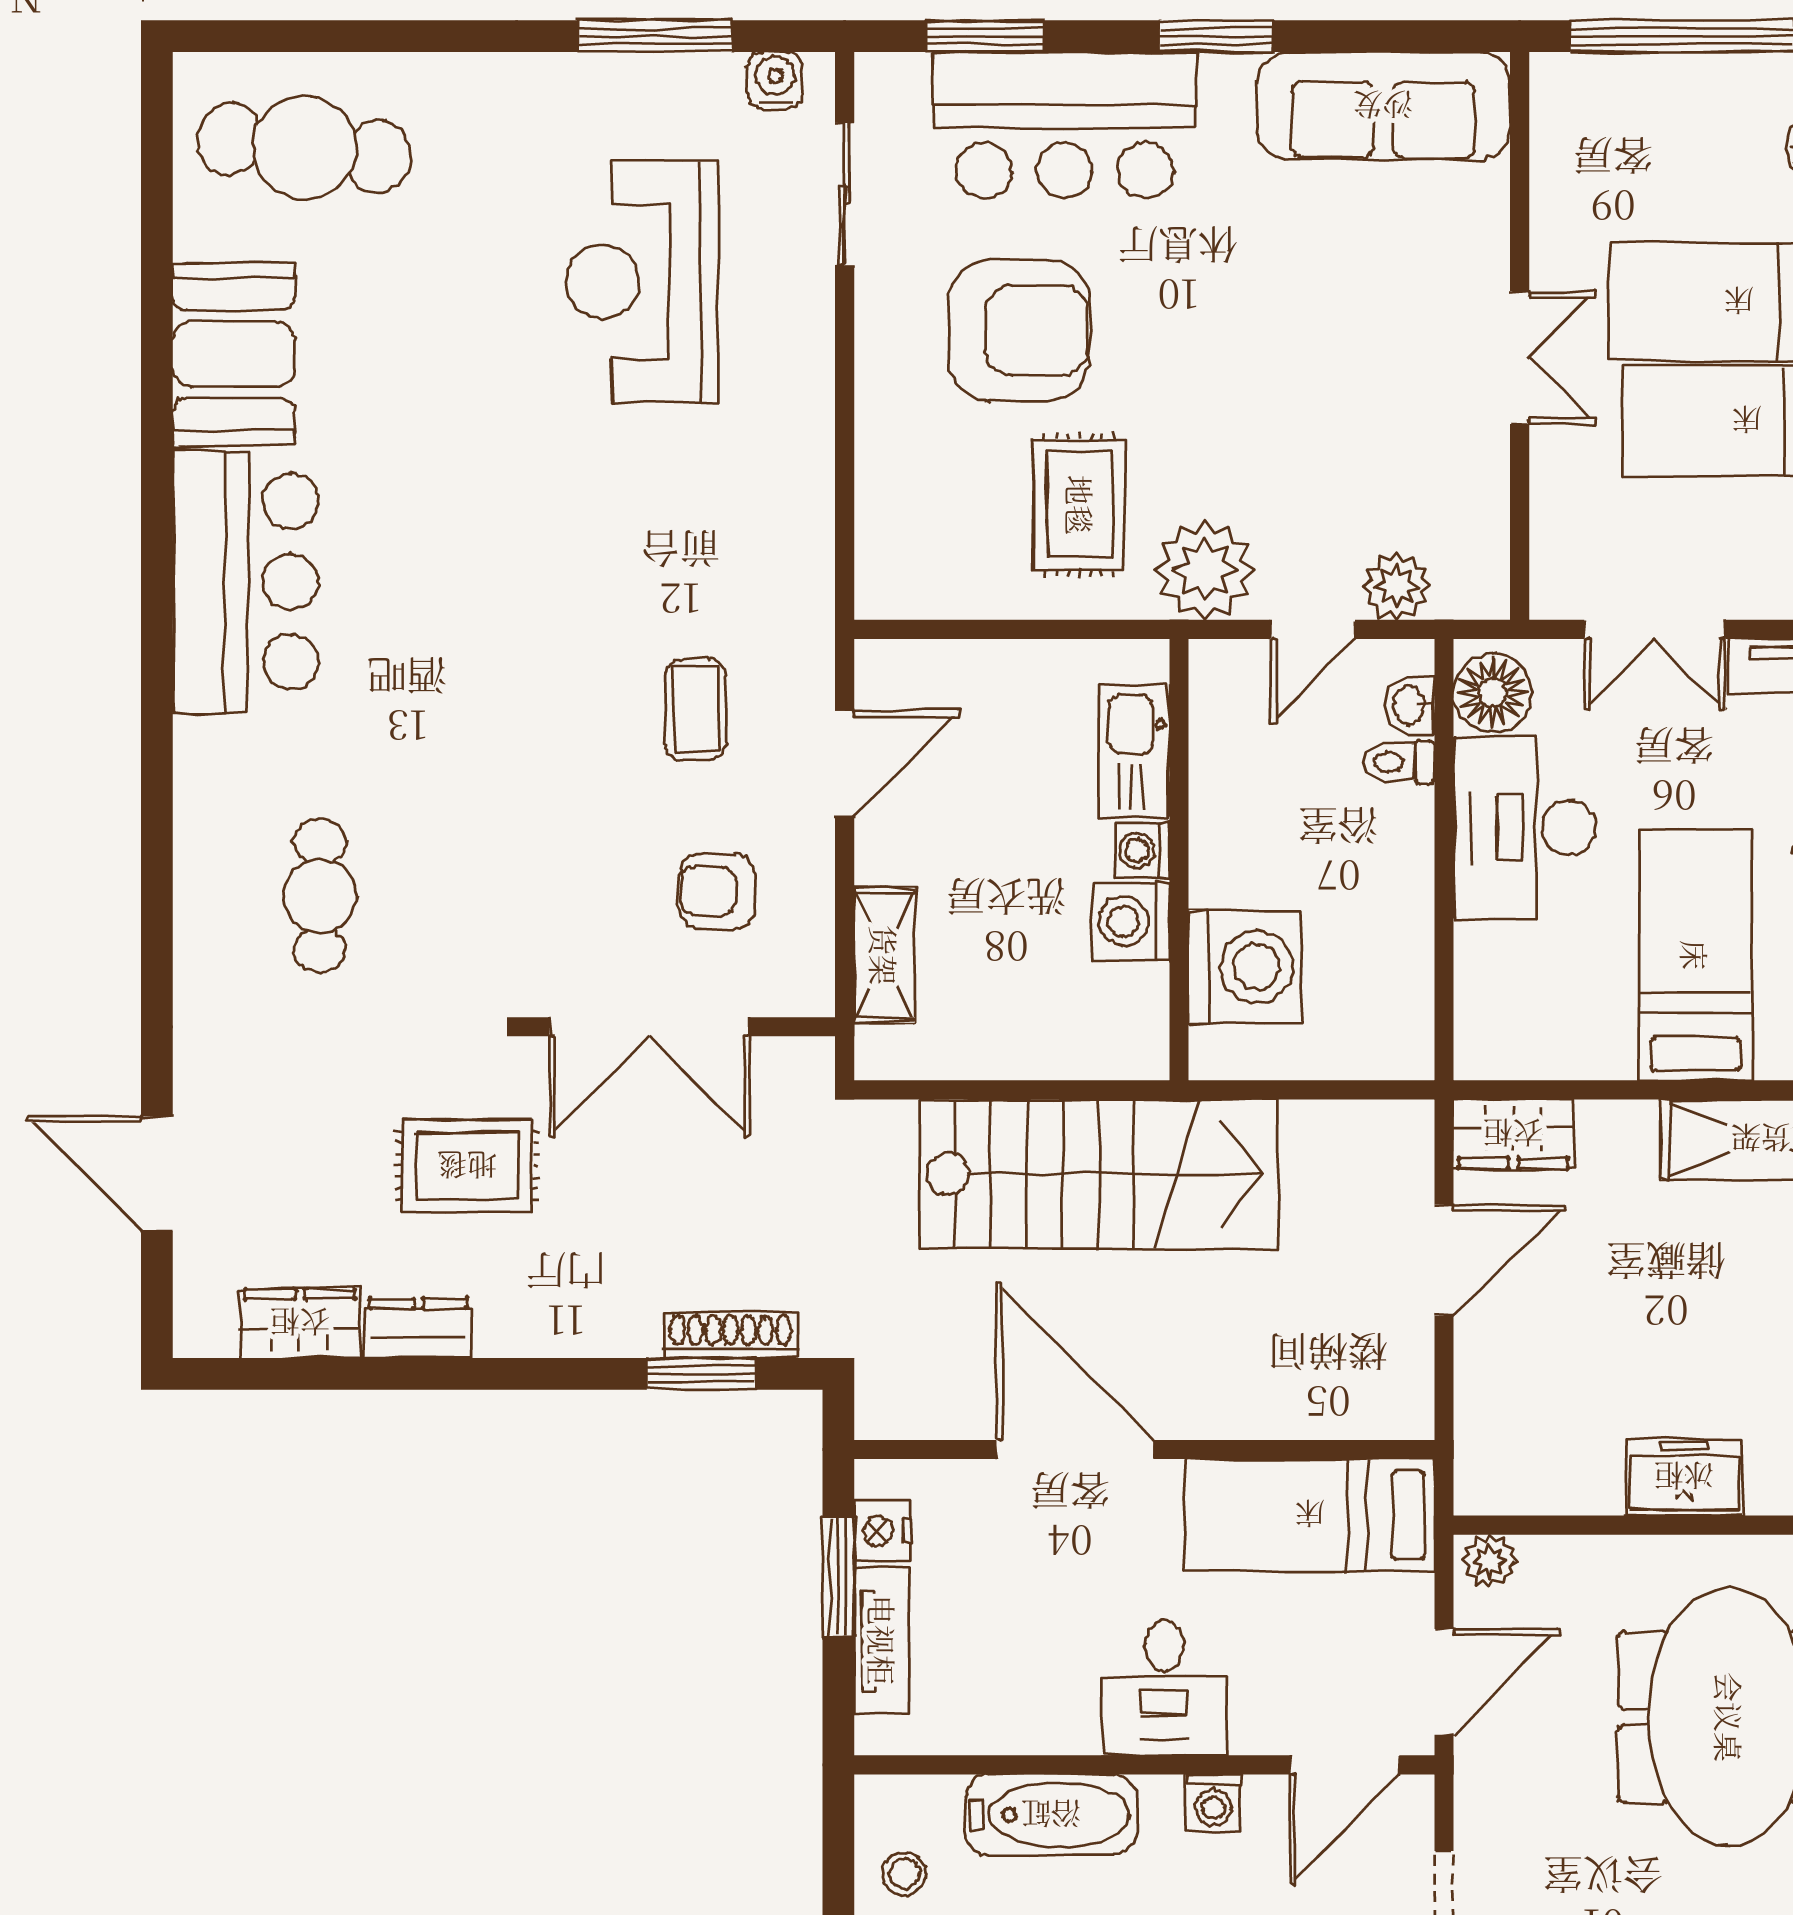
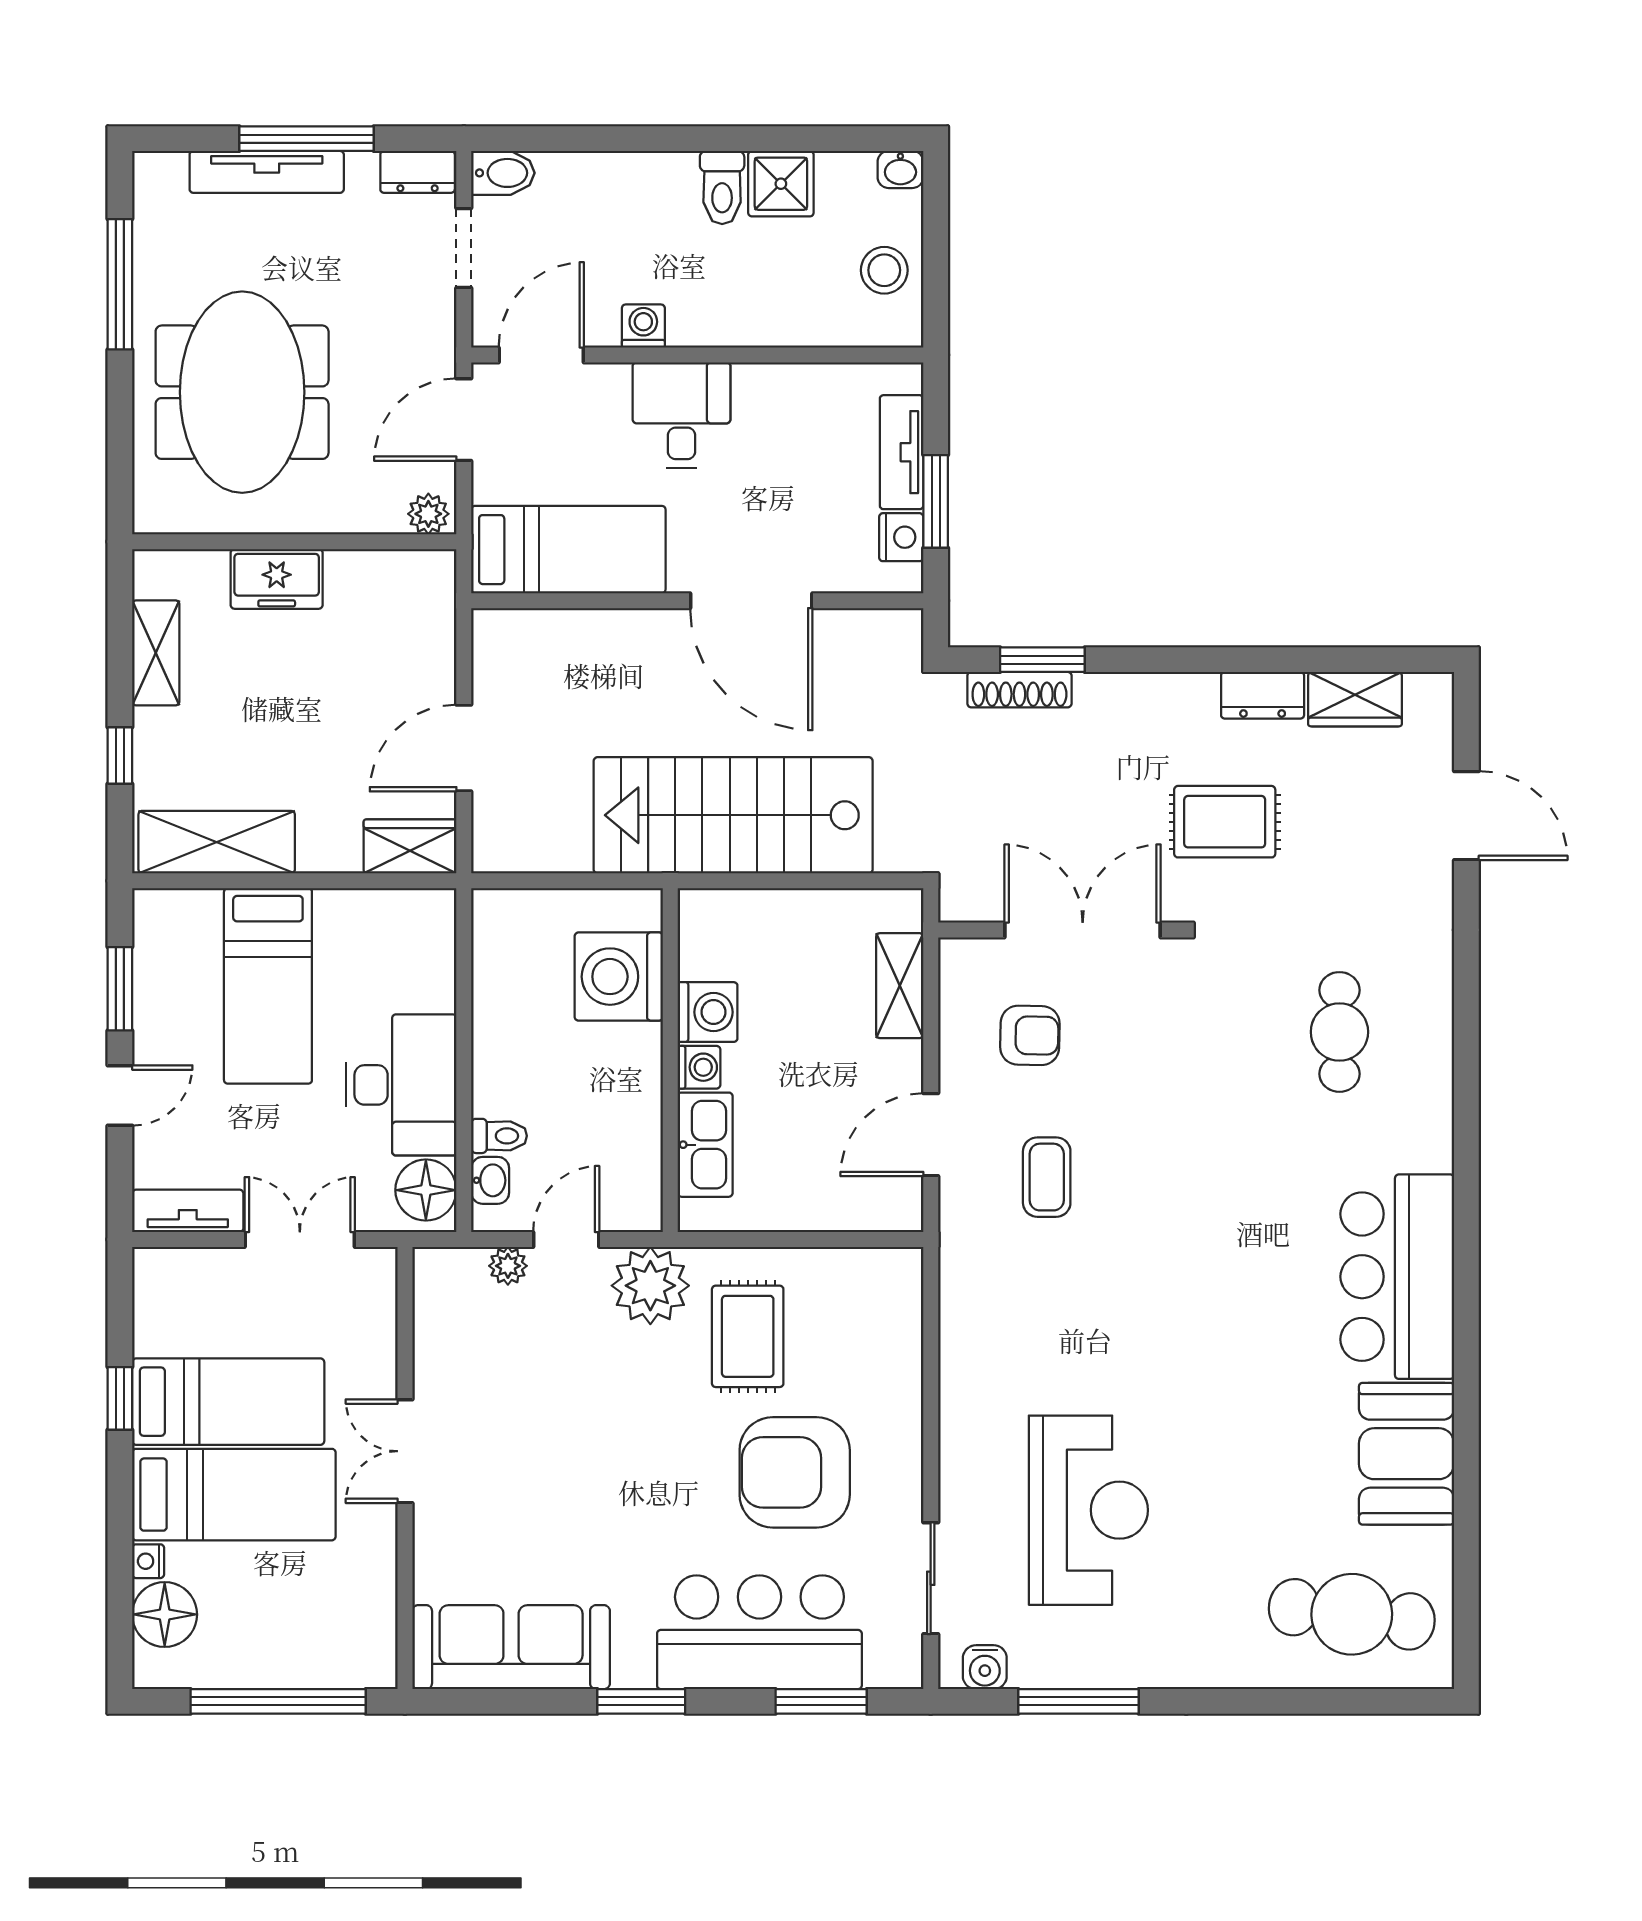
plant: (1397, 586) -> (508, 1266), width x0.73, depth x0.73
bathtub: (1051, 1815) -> (770, 316), removed
stool: (904, 1874) -> (884, 270), width x1.37, depth x1.37

